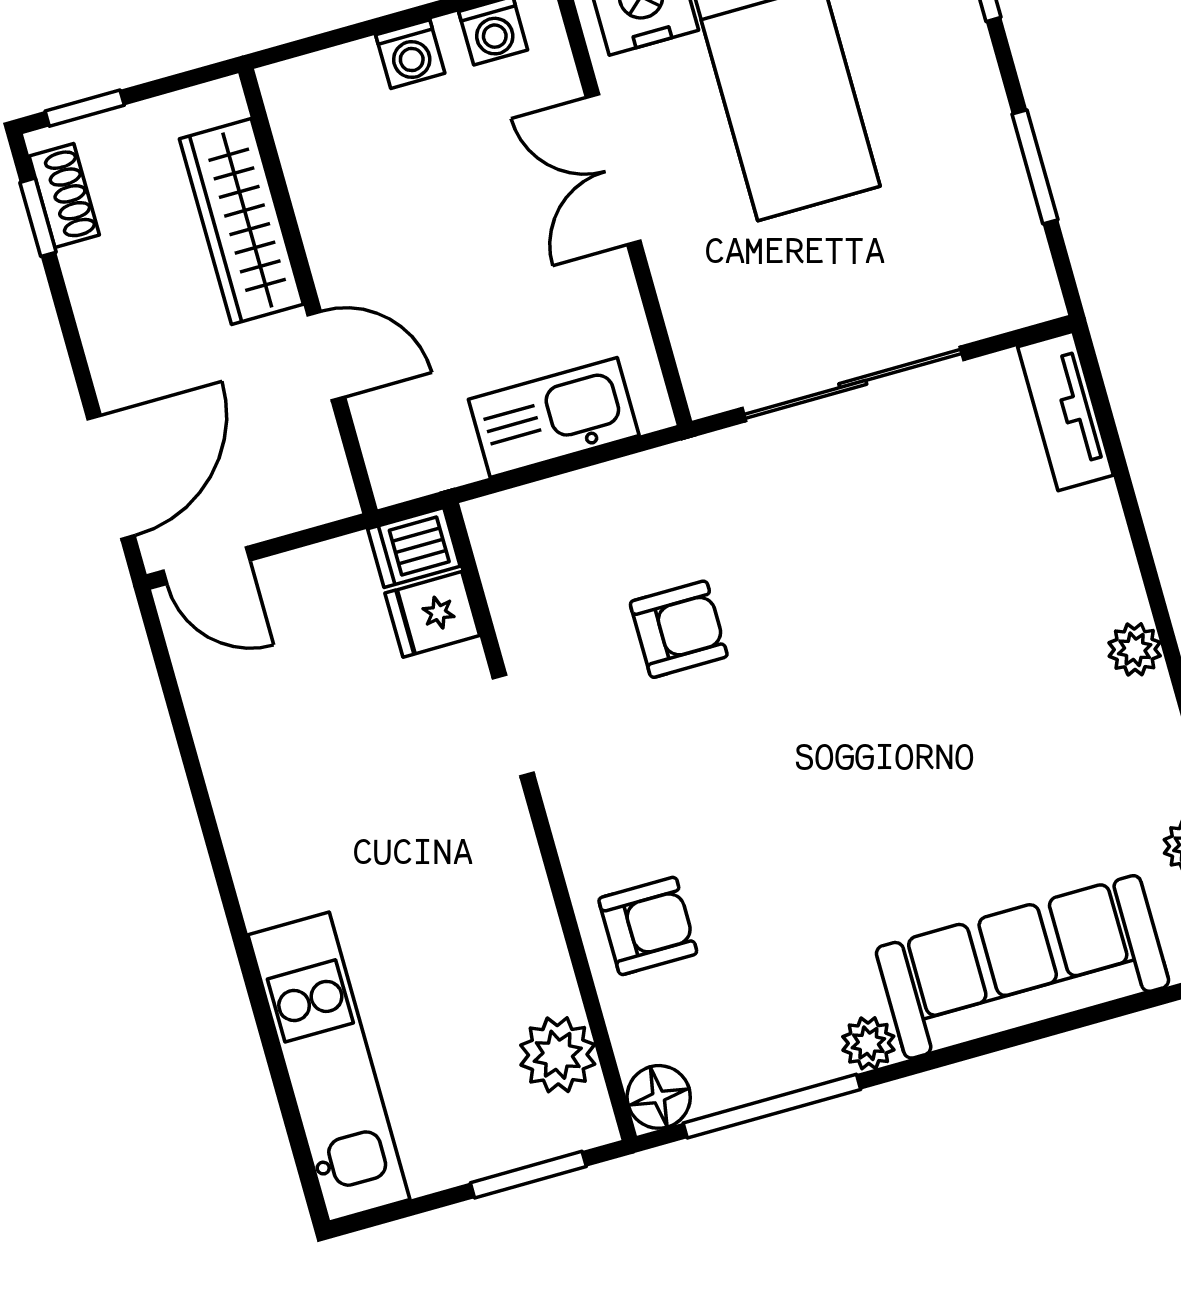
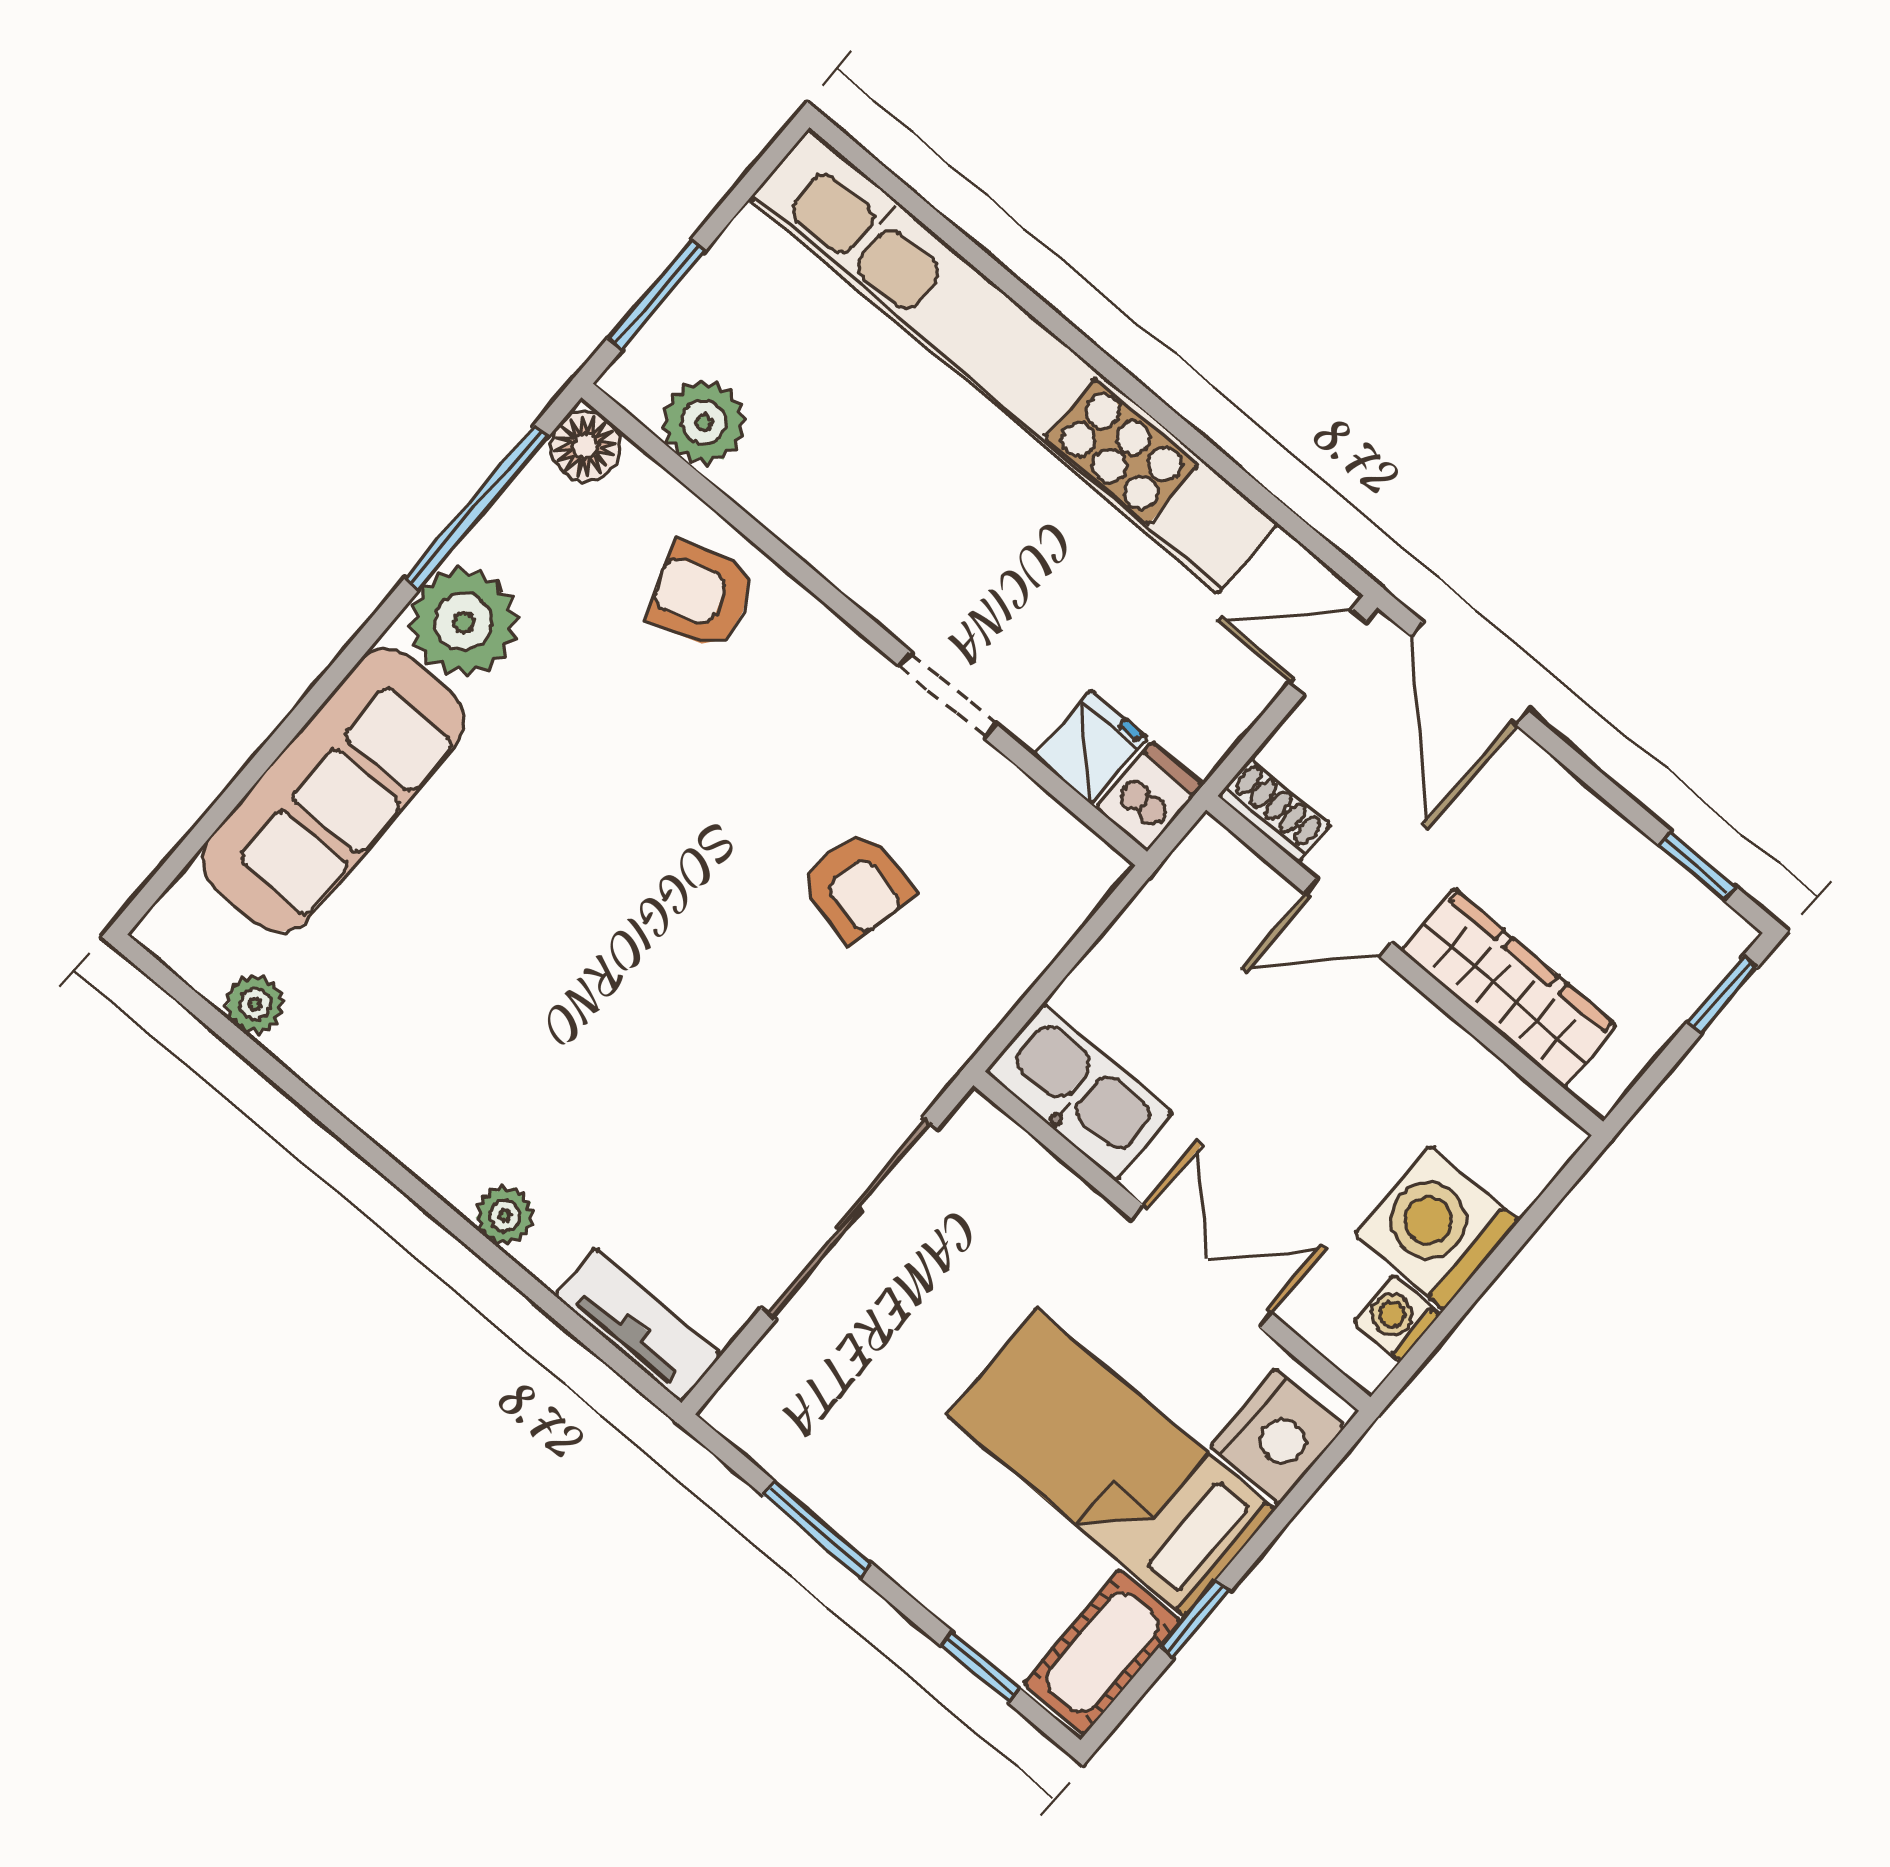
washing machine: (410, 54) -> (1437, 1228), width x1.89, depth x1.89
shoe rack: (64, 195) -> (1274, 810), moved, turned 180
kitchen sink: (554, 417) -> (1079, 1092), moved, turned -90
armchair: (679, 629) -> (857, 886), turned -78
plant: (1135, 649) -> (505, 1215), moved
armchair: (648, 926) -> (701, 596), turned 71
plant: (868, 1043) -> (463, 622), width x1.87, depth x1.87
kitchen unit: (329, 1067) -> (1014, 361), width x1.86

